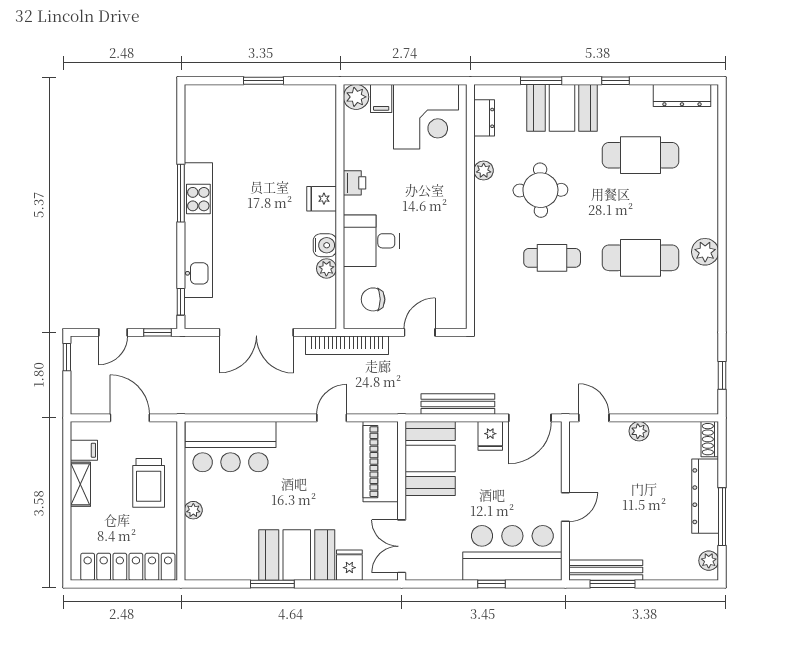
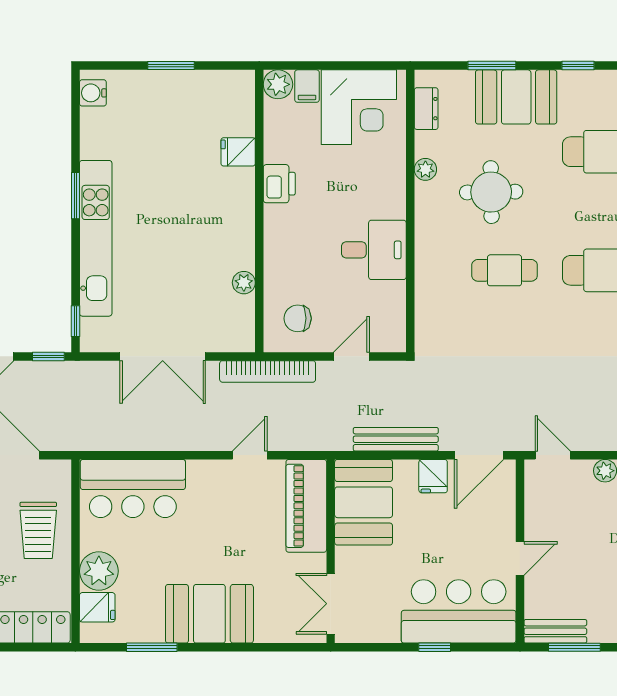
printer: (354, 183) -> (279, 184), width x1.36, depth x1.24
window: (181, 193) -> (75, 196), width x0.69
fridge: (322, 199) -> (238, 152), moved
desk: (371, 241) -> (374, 250), moved, turned 180
water cooler: (325, 245) -> (93, 93), moved, turned 180
plant: (193, 510) -> (99, 571), width x1.87, depth x1.87
fridge: (349, 565) -> (97, 607), moved, turned 90
bench: (606, 570) -> (555, 631), width x0.73
window: (272, 584) -> (152, 647), moved

